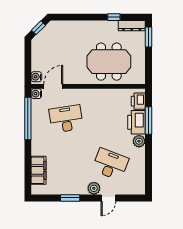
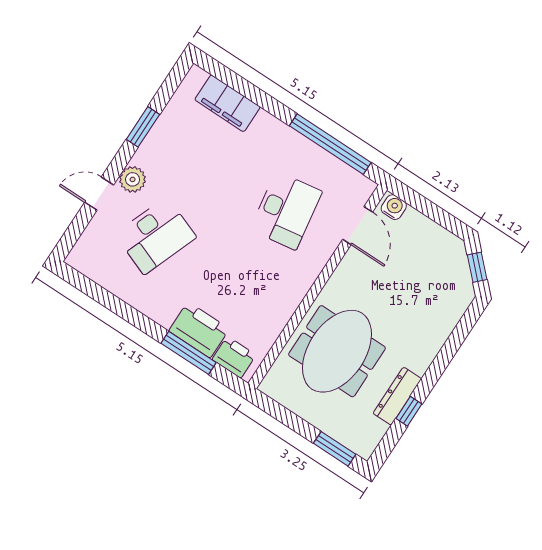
dresser: (132, 26) -> (397, 396), moved
water cooler: (36, 94) -> (364, 188), removed
plant: (139, 141) -> (163, 313), removed
door: (108, 198) -> (99, 194), hinge flipped

